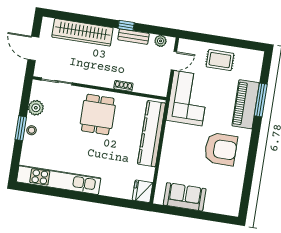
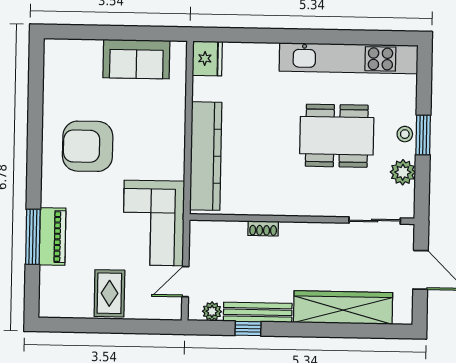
window: (126, 25) -> (248, 329), moved
bench: (134, 37) -> (258, 312), width x1.36
rug: (220, 60) -> (109, 293), turned 90
piano: (246, 104) -> (53, 237), width x0.73, depth x0.75
dining table: (98, 115) -> (337, 136), moved, width x1.37

